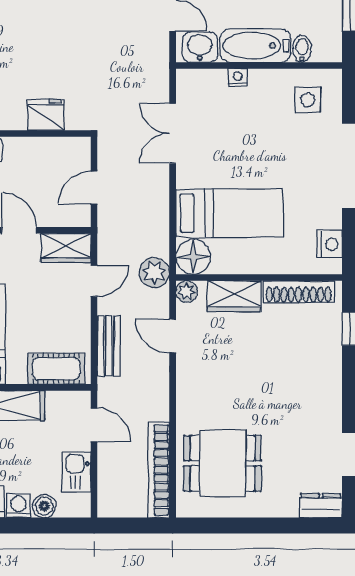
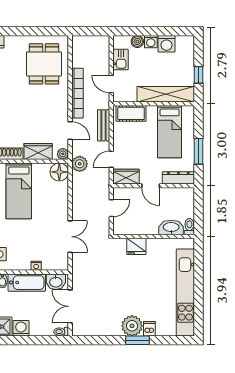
bed: (229, 213) -> (19, 191), moved, turned -90
dining table: (223, 463) -> (44, 64), turned 90
bookcase: (159, 470) -> (77, 93), moved

